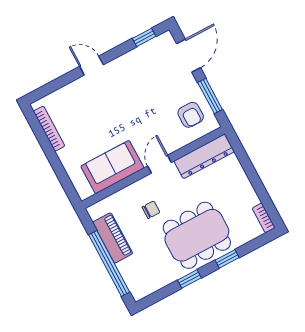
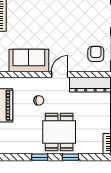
armchair: (191, 115) -> (96, 54), turned 180
dining table: (197, 235) -> (59, 132), width x0.73

